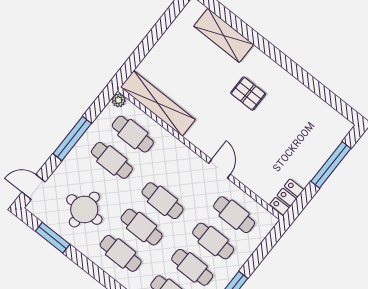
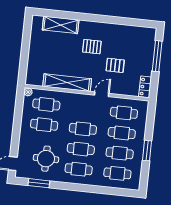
shelving: (158, 103) -> (67, 83), moved
window: (72, 138) -> (17, 126), removed
pallet: (264, 141) -> (115, 65), added
door: (219, 169) -> (102, 94), hinge flipped

